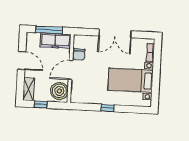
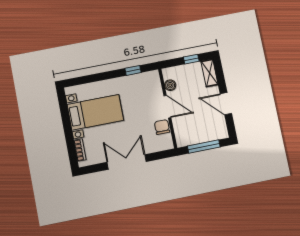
freezer: (55, 41) -> (193, 136), removed
door: (70, 70) -> (167, 107), hinge flipped
boiler: (59, 91) -> (170, 85), width x0.54, depth x0.54
window: (108, 108) -> (133, 70), moved

